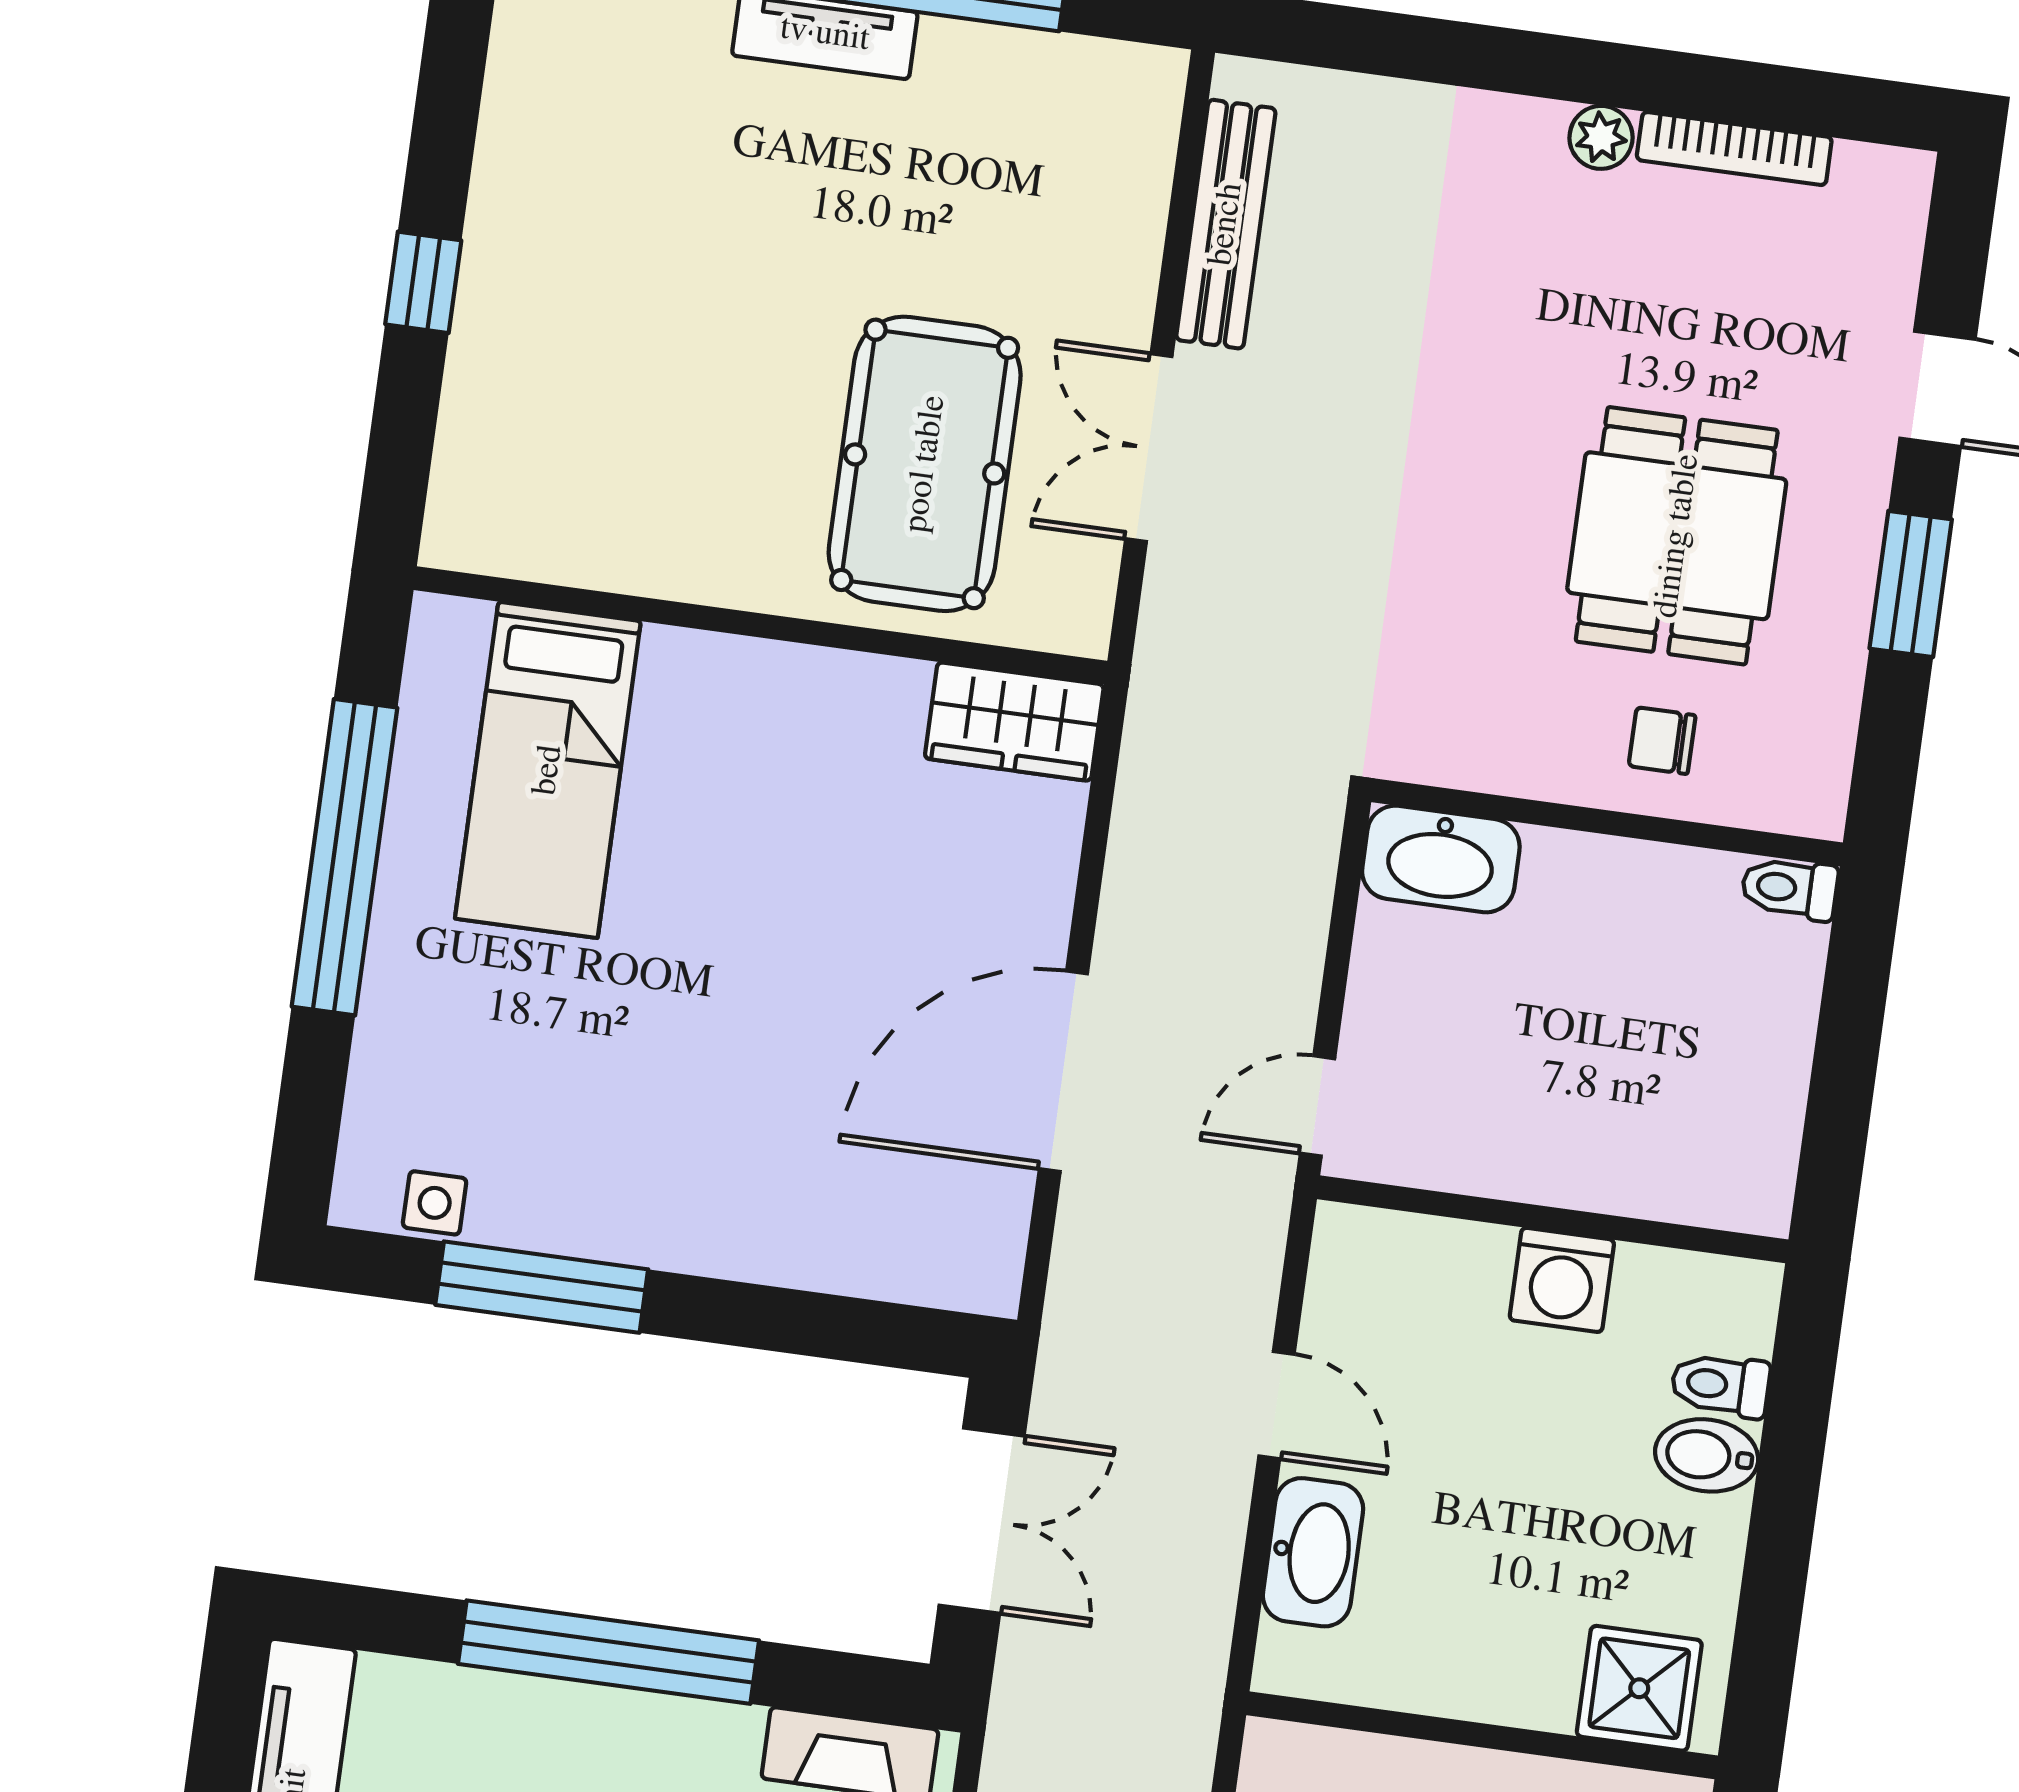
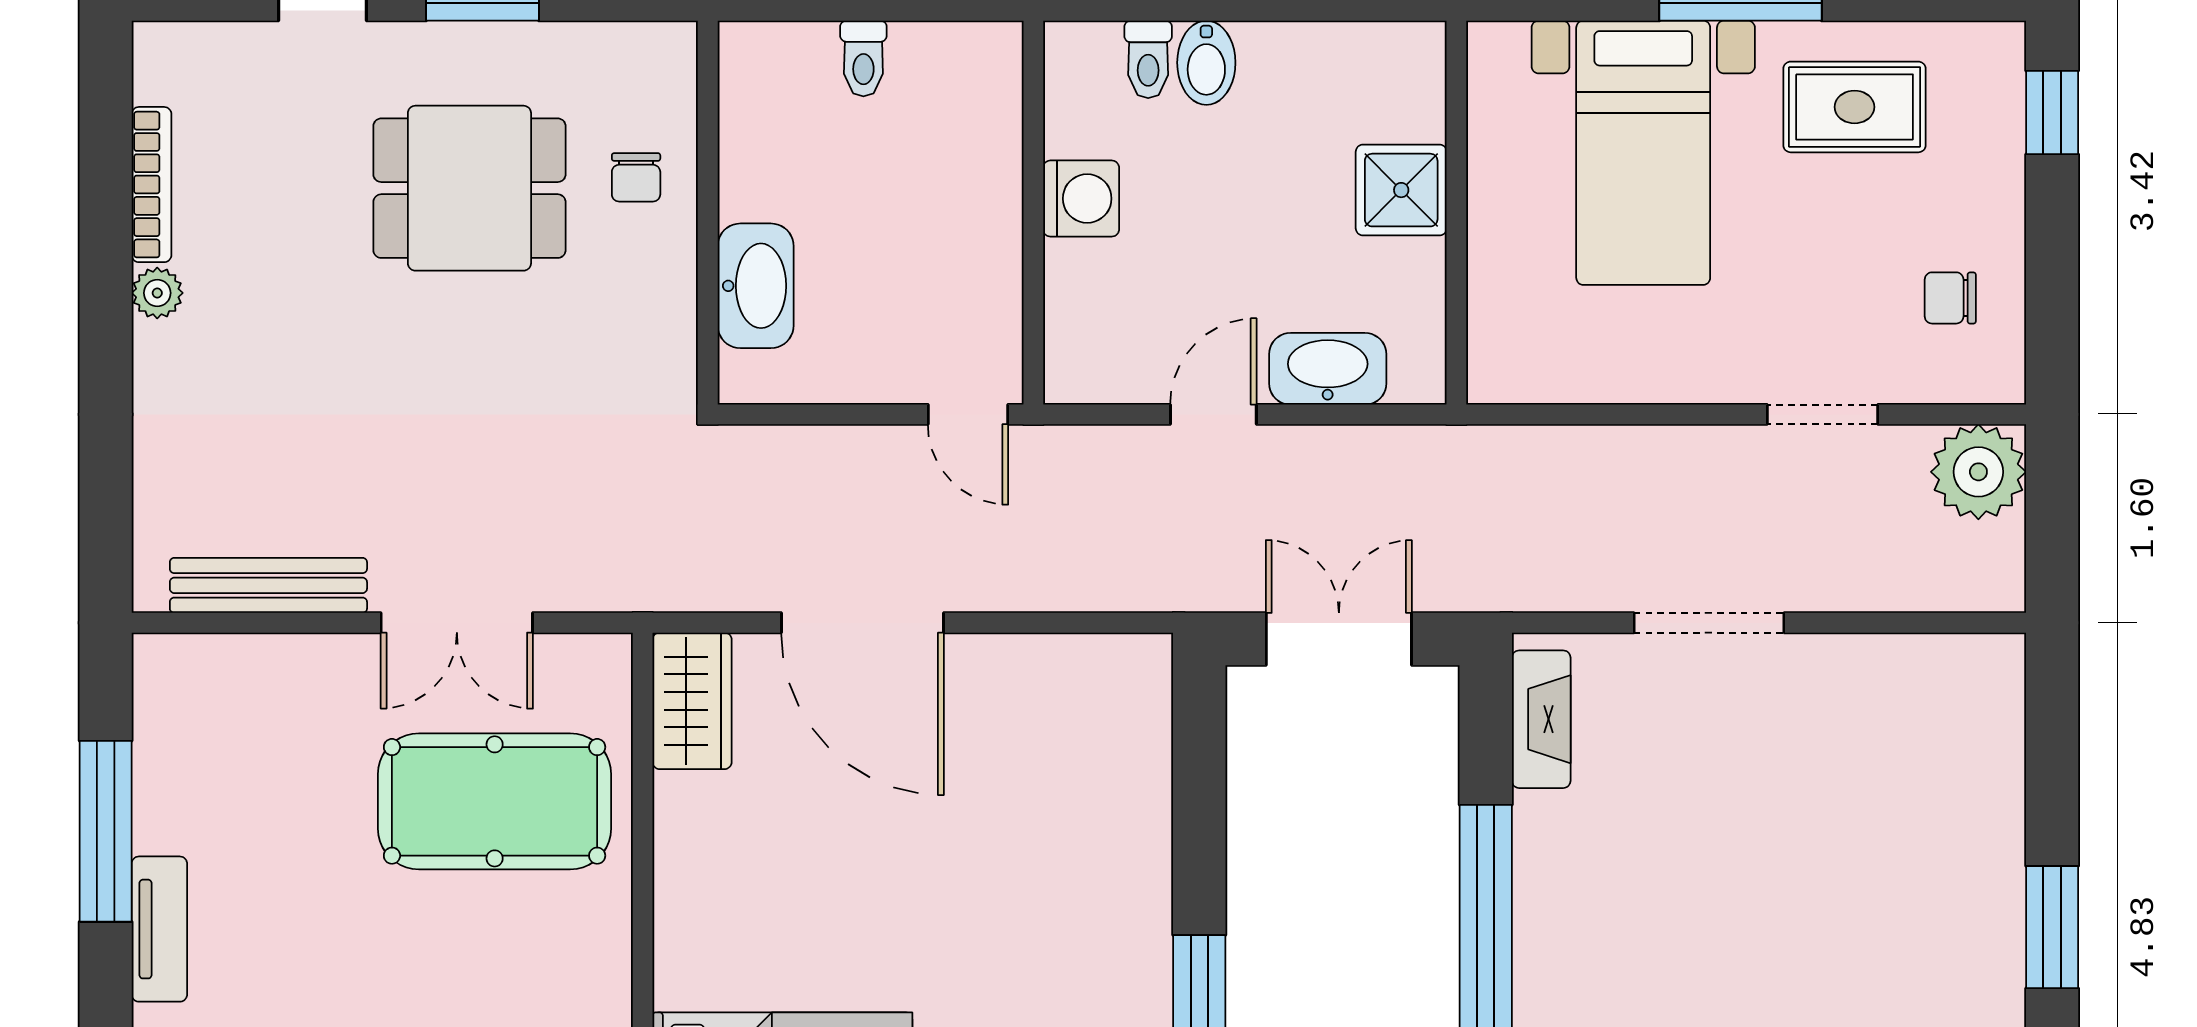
washbasin: (1441, 859) -> (756, 286), moved
toilet: (1790, 888) -> (863, 58), moved
door: (1063, 1071) -> (862, 623), moved
shower: (1639, 1688) -> (1401, 190), moved

